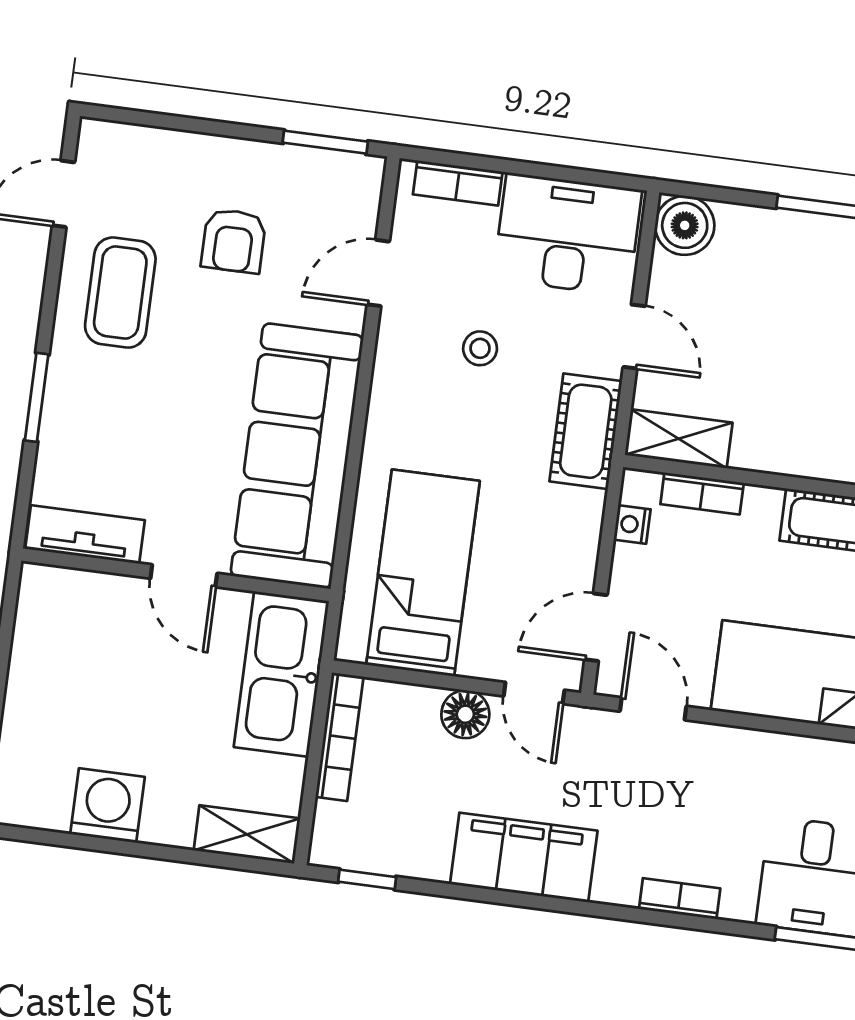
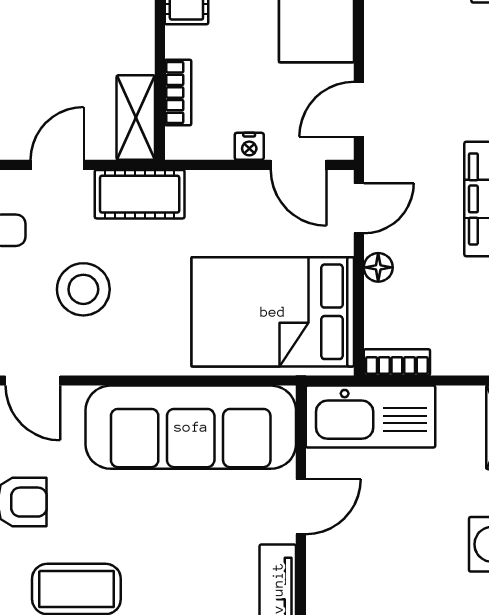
stool: (480, 348) -> (83, 289), width x1.89, depth x1.89
nightstand: (632, 524) -> (249, 146), moved
bed: (423, 573) -> (273, 312), width x1.50
floor lamp: (465, 714) -> (378, 267), width x0.73, depth x0.73
bookcase: (340, 737) -> (397, 362), width x0.64

